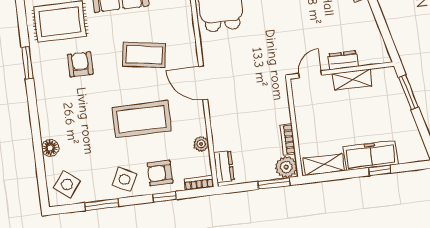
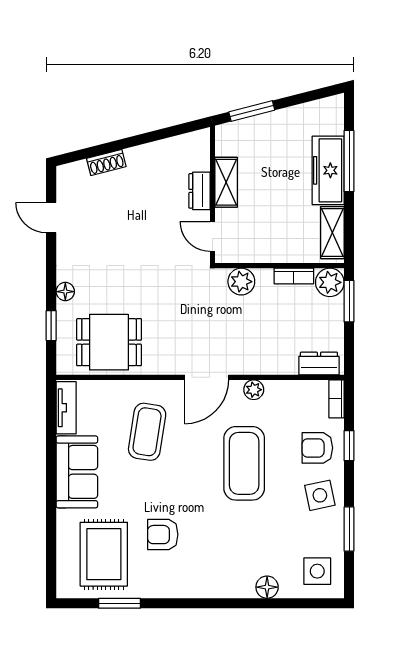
coffee table: (144, 55) -> (147, 432), moved
window: (27, 63) -> (120, 603), moved
plant: (279, 100) -> (241, 282), added
plant: (201, 144) -> (254, 390), moved
window: (380, 170) -> (349, 161), width x2.17
armchair: (160, 173) -> (317, 448), turned 90
side table: (124, 179) -> (320, 495), turned -38
side table: (67, 184) -> (317, 571), turned -38

